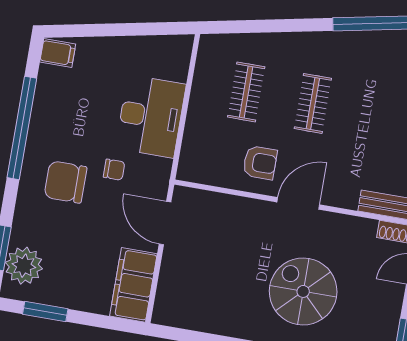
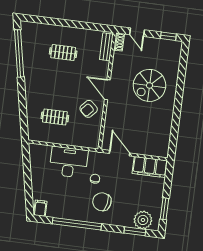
clothes rail: (313, 103) -> (63, 53), moved
armchair: (260, 163) -> (89, 109), turned -138
chair: (65, 182) -> (102, 202), turned 102
door: (165, 223) -> (120, 153), swing flipped

